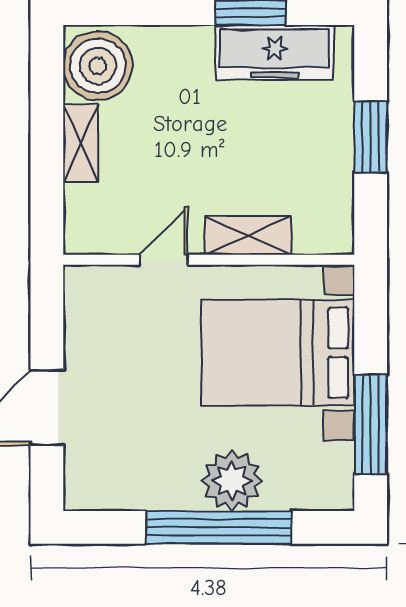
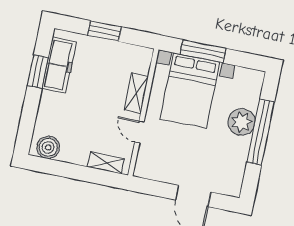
boiler: (98, 66) -> (48, 147), width x0.73, depth x0.73
shelving: (81, 143) -> (106, 163), moved
window: (371, 424) -> (203, 51), moved

